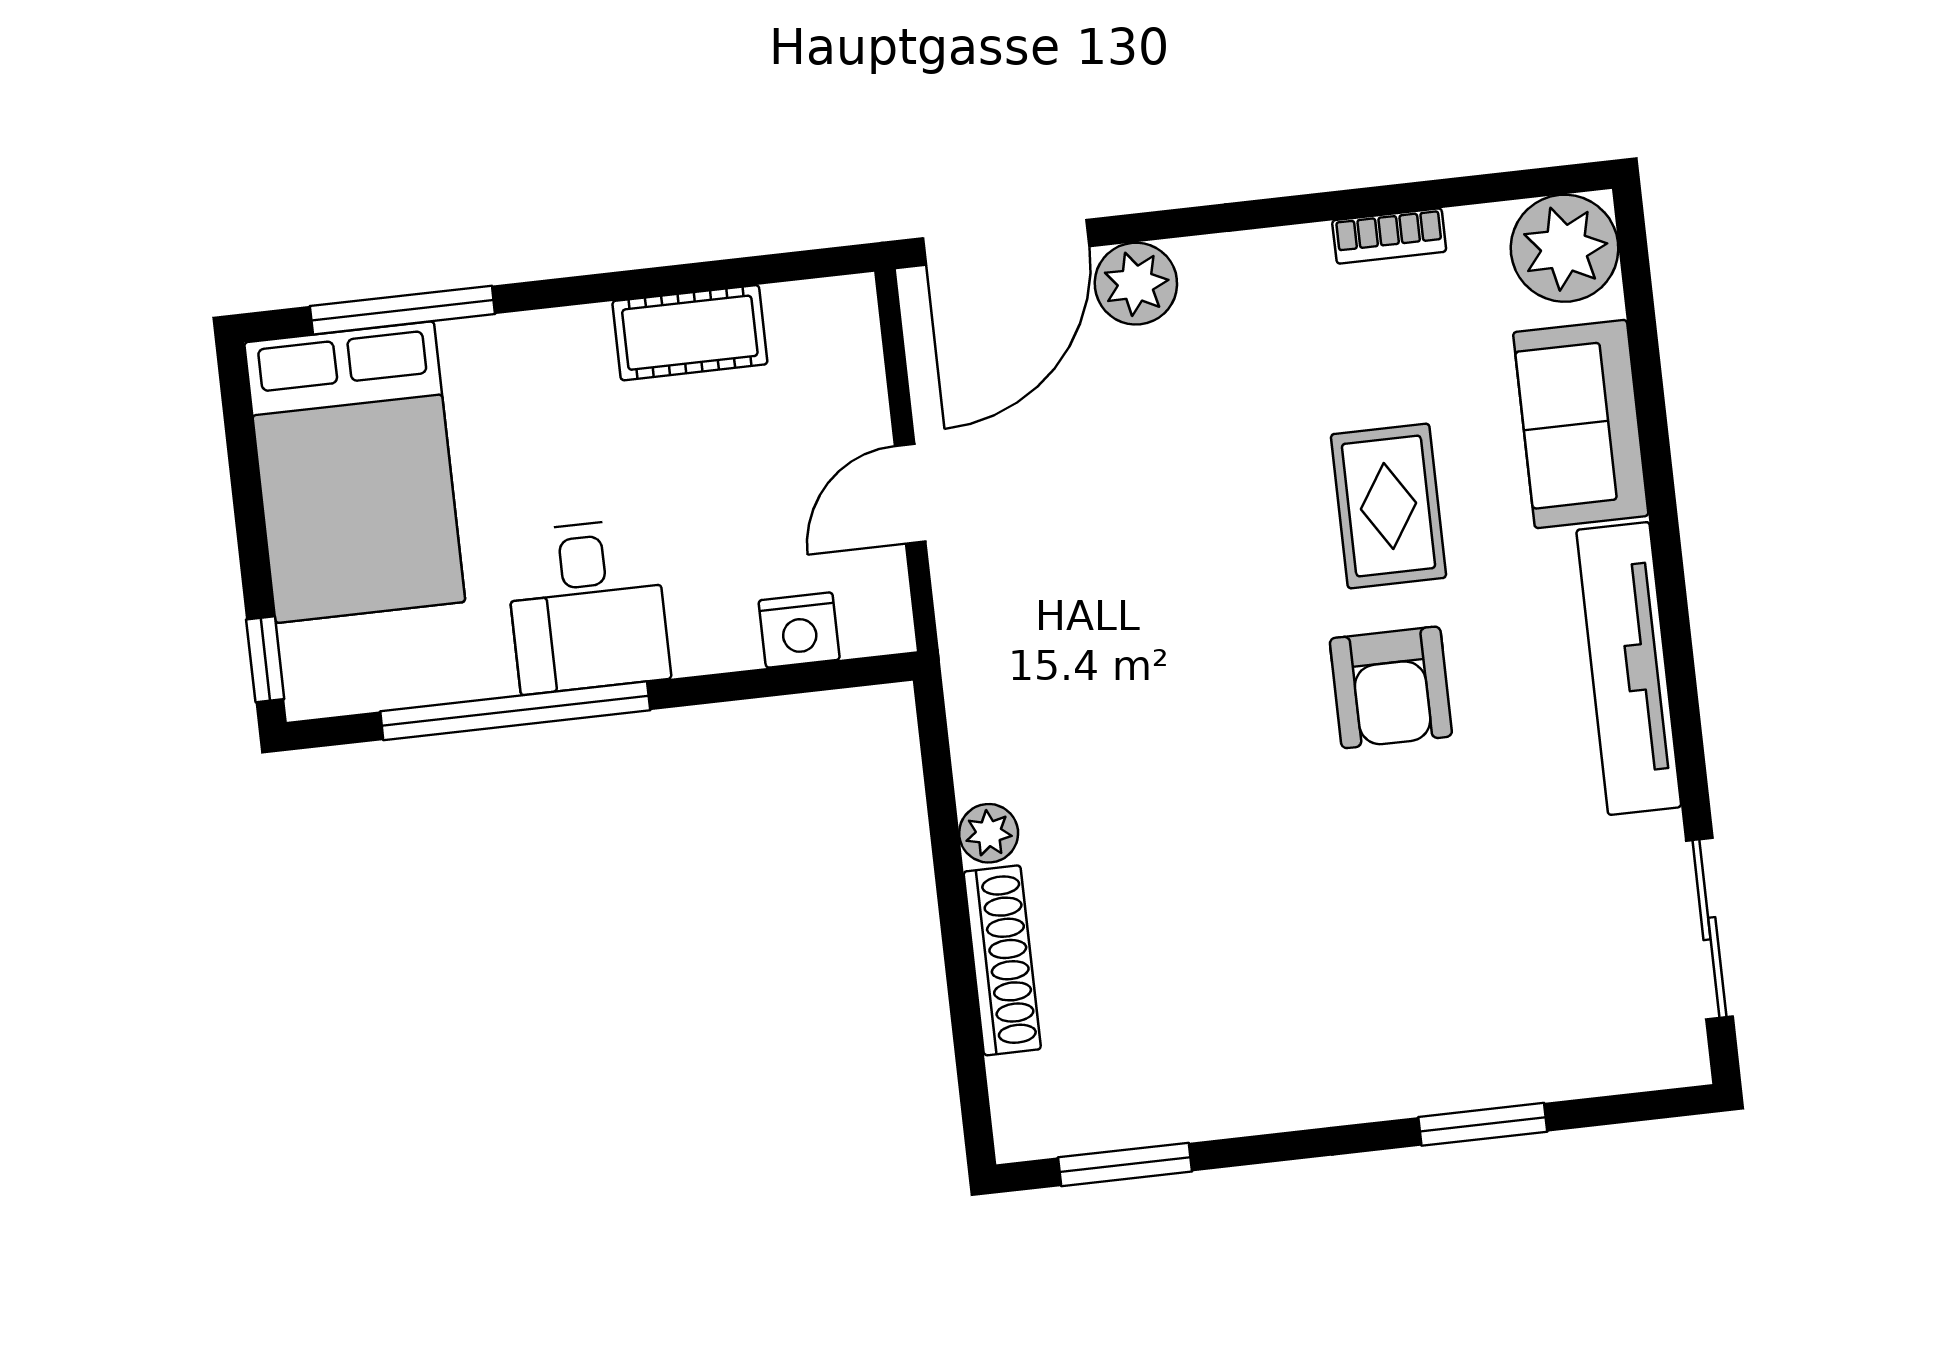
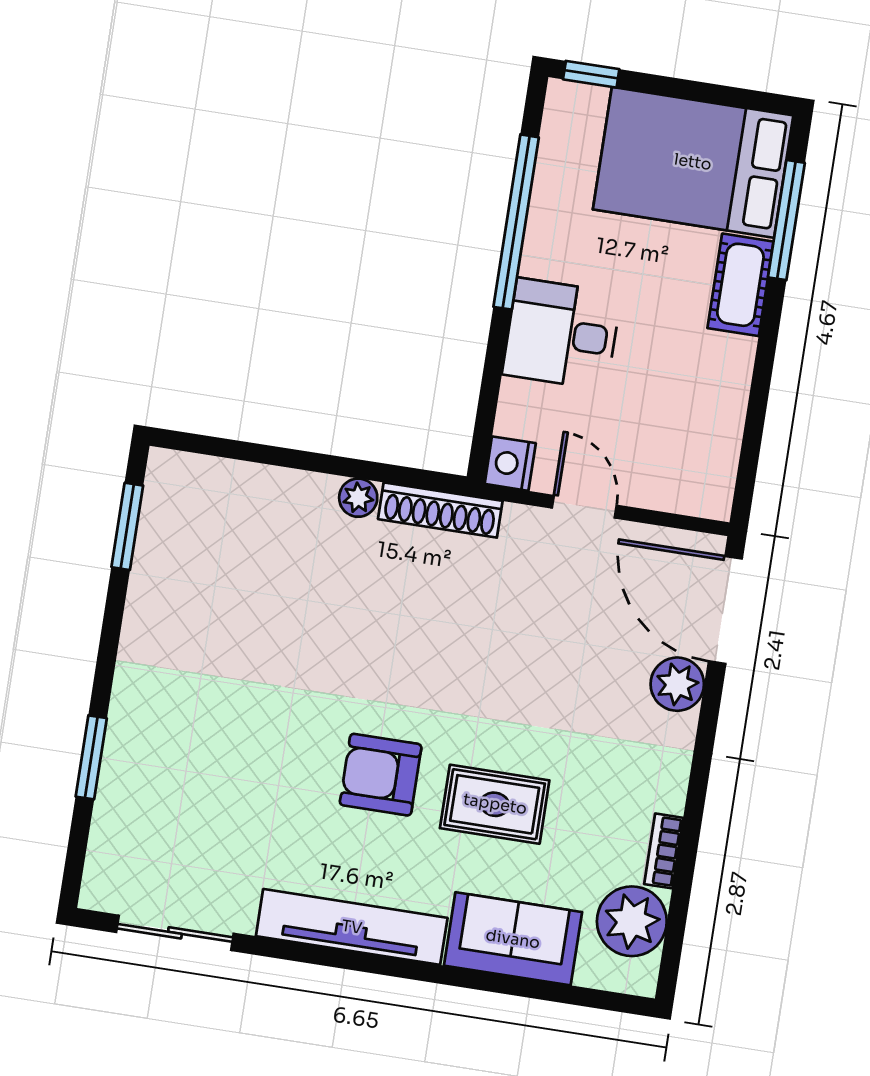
plant: (1565, 248) -> (632, 921), moved
cot: (690, 333) -> (740, 285), moved
desk: (587, 606) -> (562, 334), moved
nightstand: (799, 630) -> (510, 464), moved
shoe rack: (1002, 960) -> (440, 510), moved

